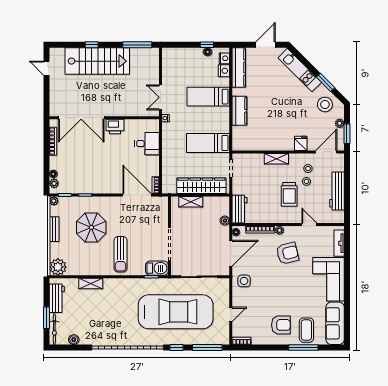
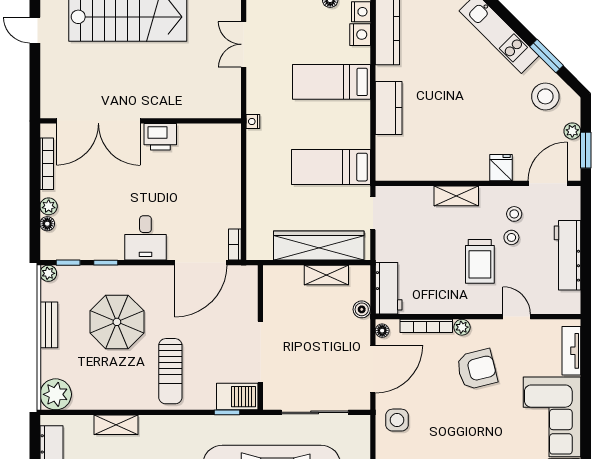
double door: (160, 97) -> (244, 44), moved
desk: (147, 144) -> (145, 238), moved, turned 90
plant: (54, 183) -> (49, 206), moved
door: (137, 195) -> (201, 263), swing flipped
shelving: (191, 202) -> (326, 275), moved

